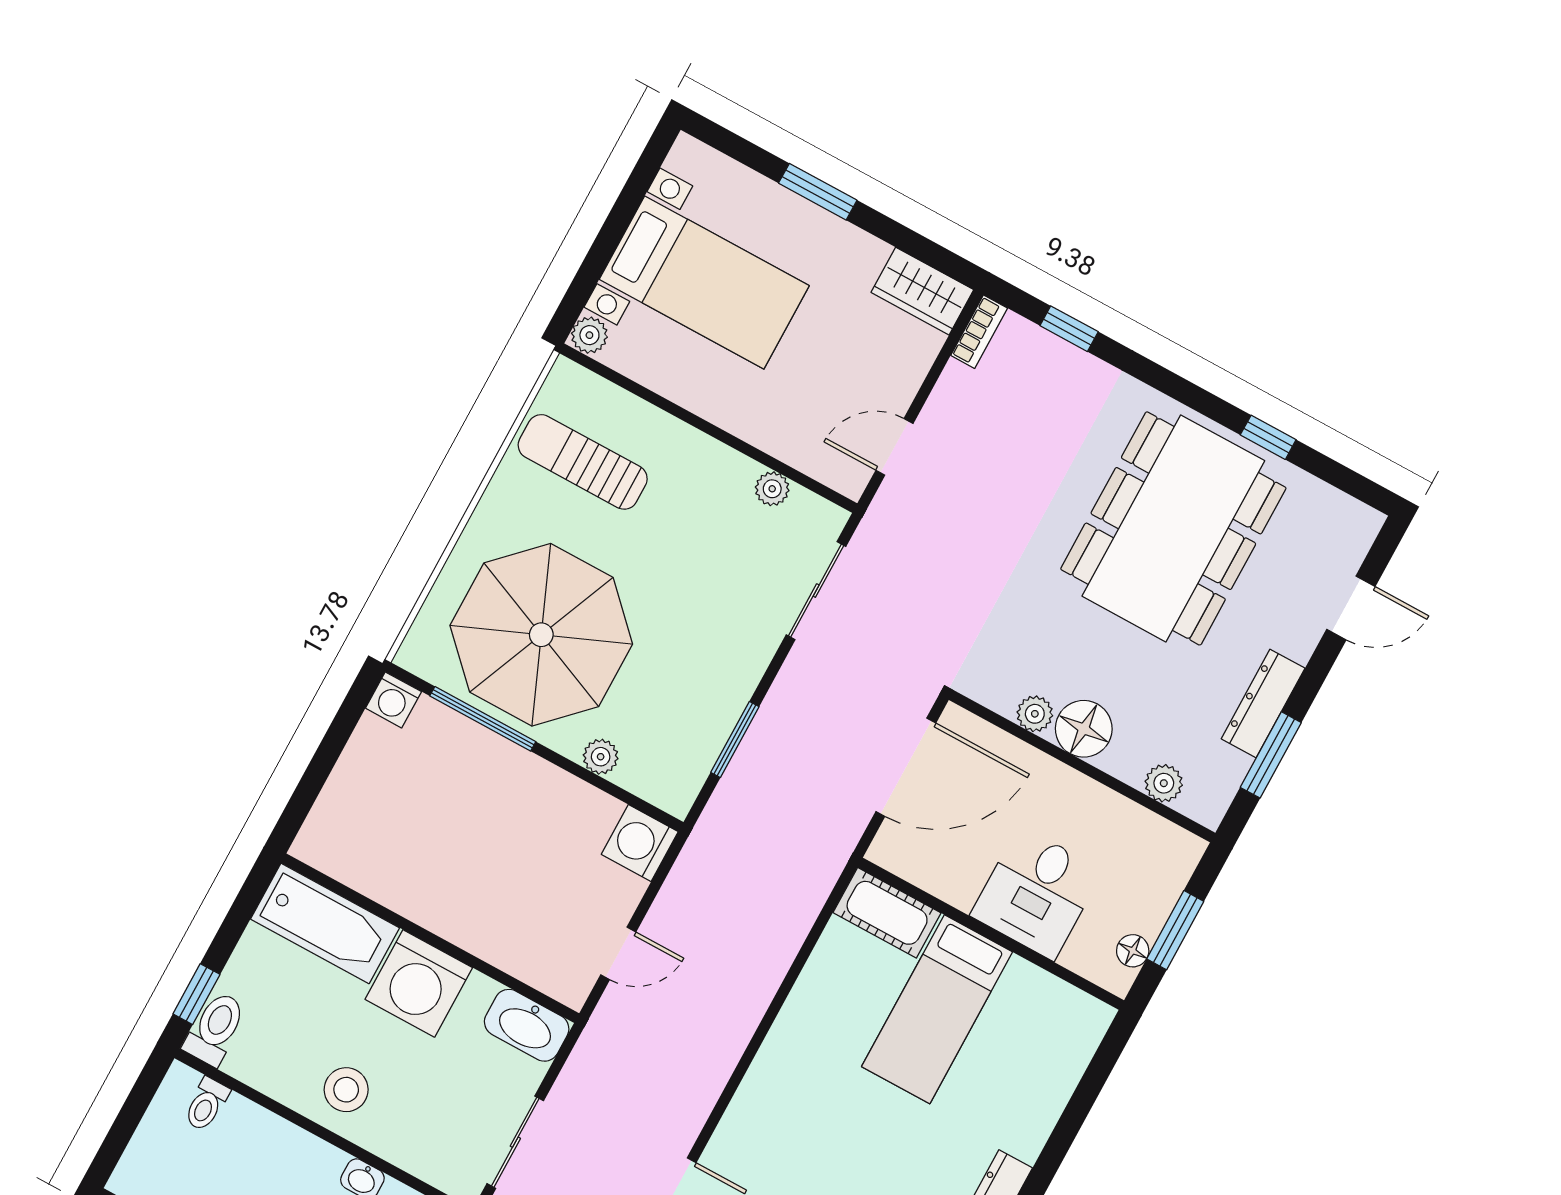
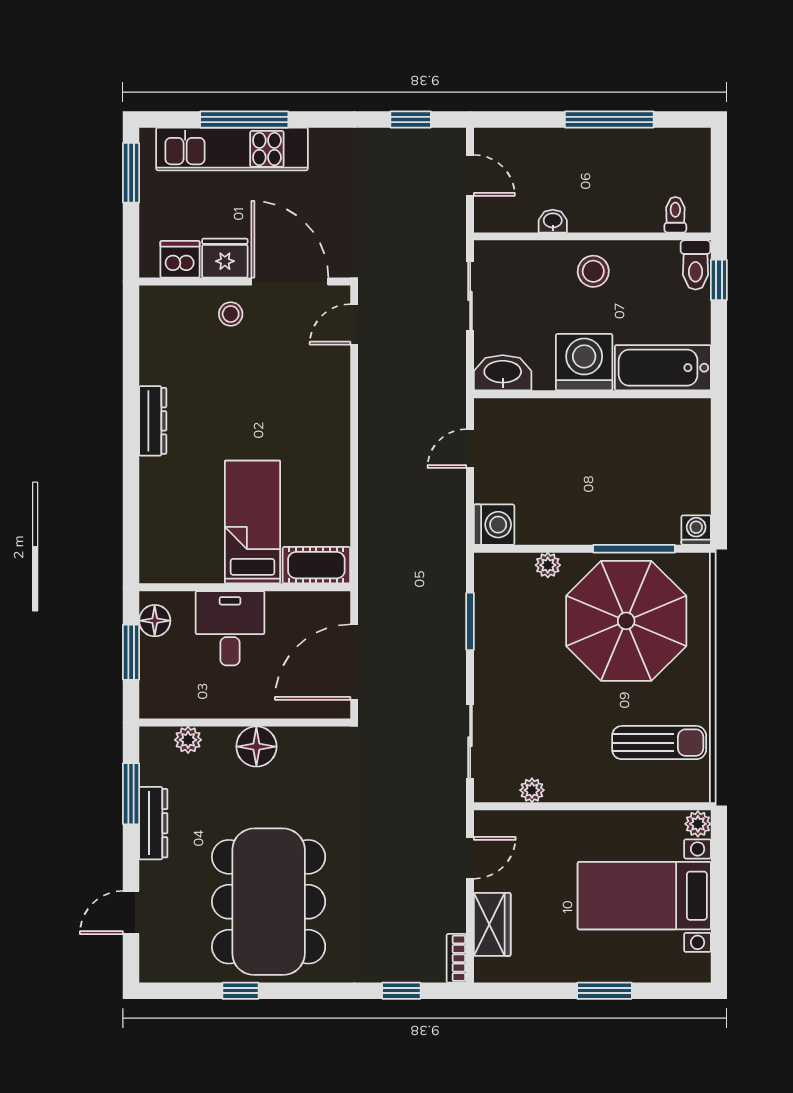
wardrobe: (922, 291) -> (492, 924), moved, turned 90
plant: (1035, 714) -> (292, 739), removed
floor lamp: (1133, 951) -> (155, 621), width x1.37, depth x1.37

